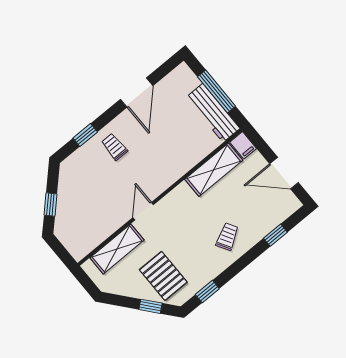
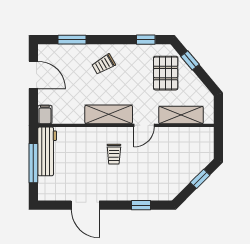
door: (137, 92) -> (85, 205), swing flipped
trolley: (114, 147) -> (114, 154), moved
shelving: (214, 170) -> (109, 114), moved
window: (275, 235) -> (72, 40), width x1.50

